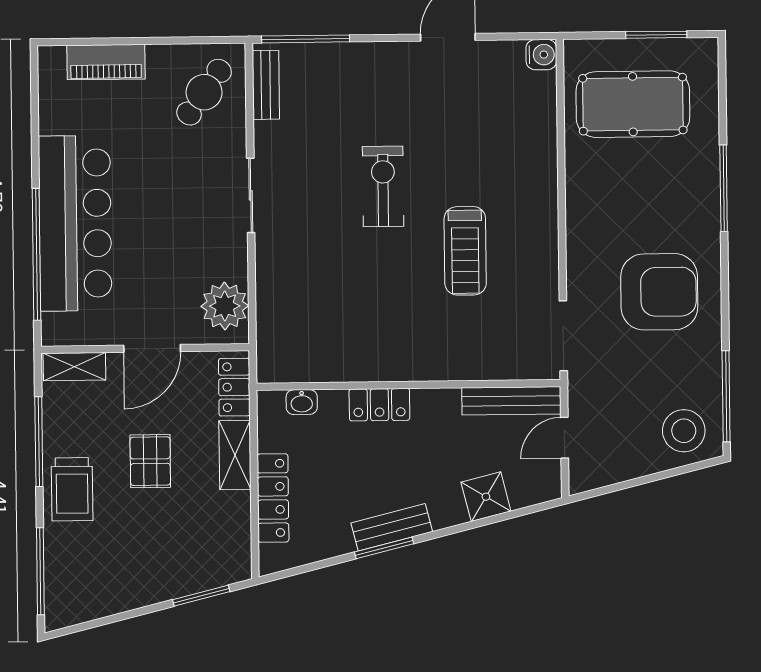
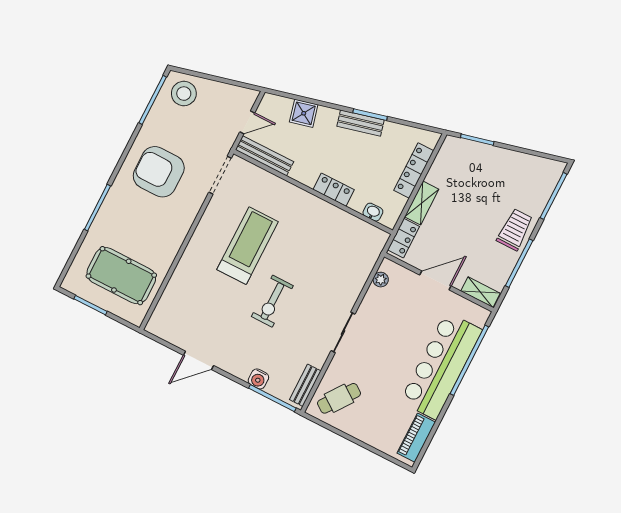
water cooler: (541, 55) -> (258, 379), moved, turned -90
piano: (106, 62) -> (416, 438), moved, turned -90
treadmill: (465, 251) -> (248, 246), width x1.37, depth x1.38
plant: (225, 306) -> (381, 280), width x0.53, depth x0.53
pallet: (150, 461) -> (467, 223), removed

